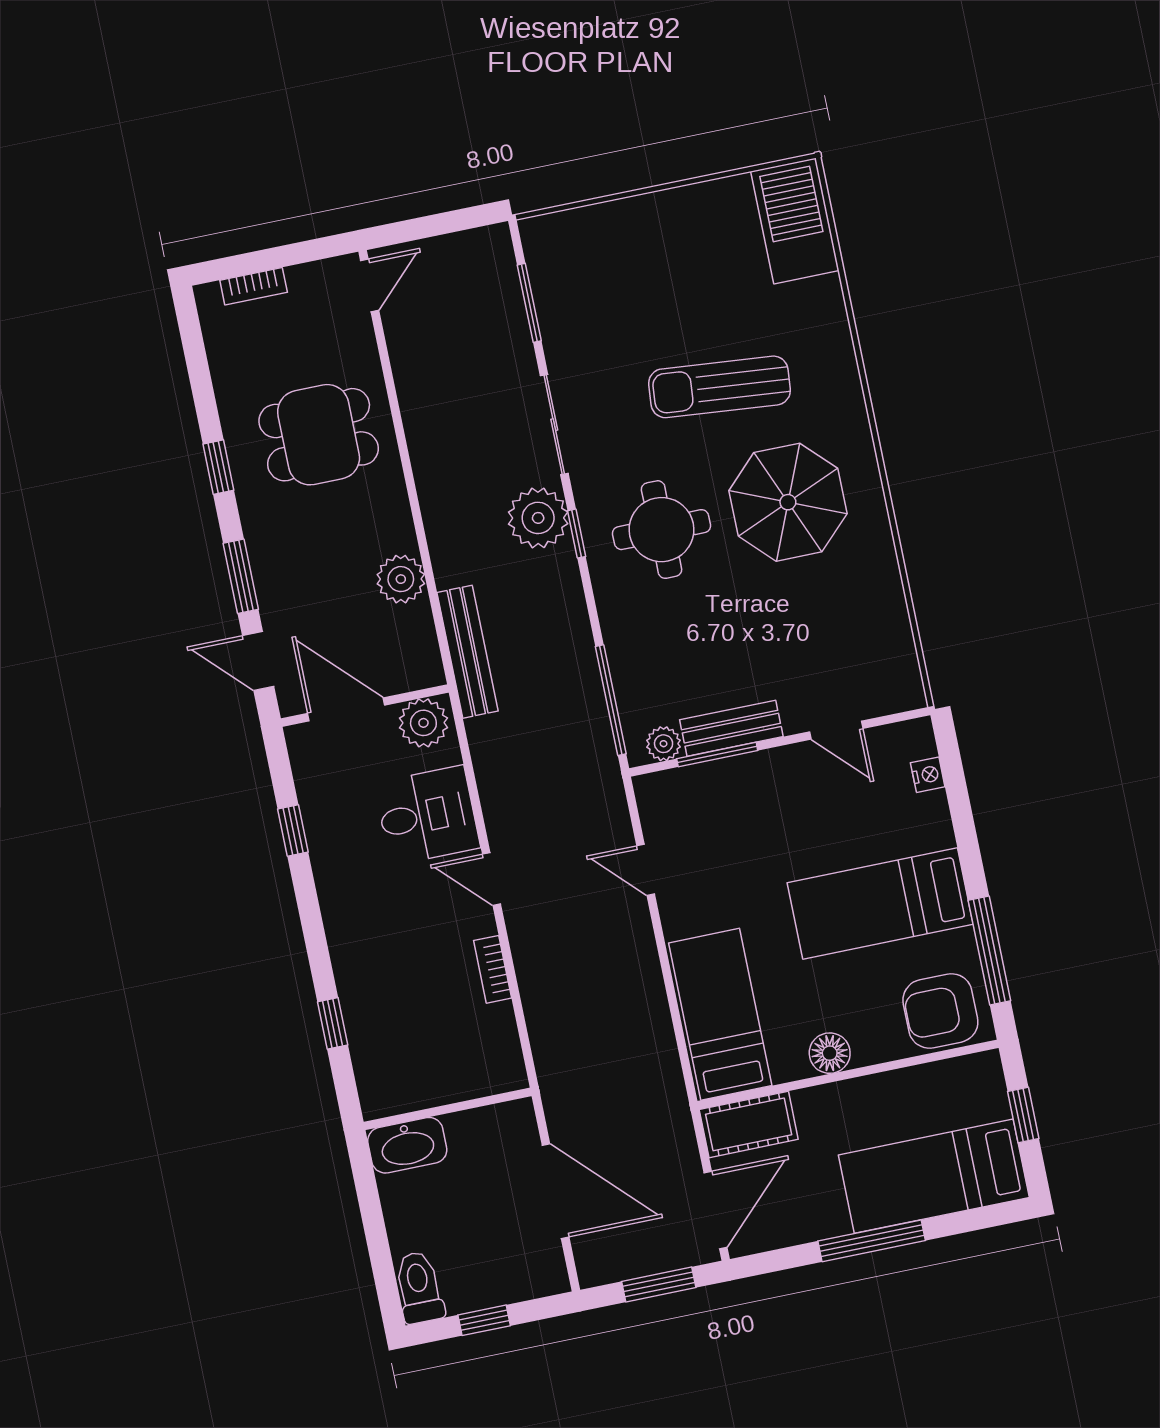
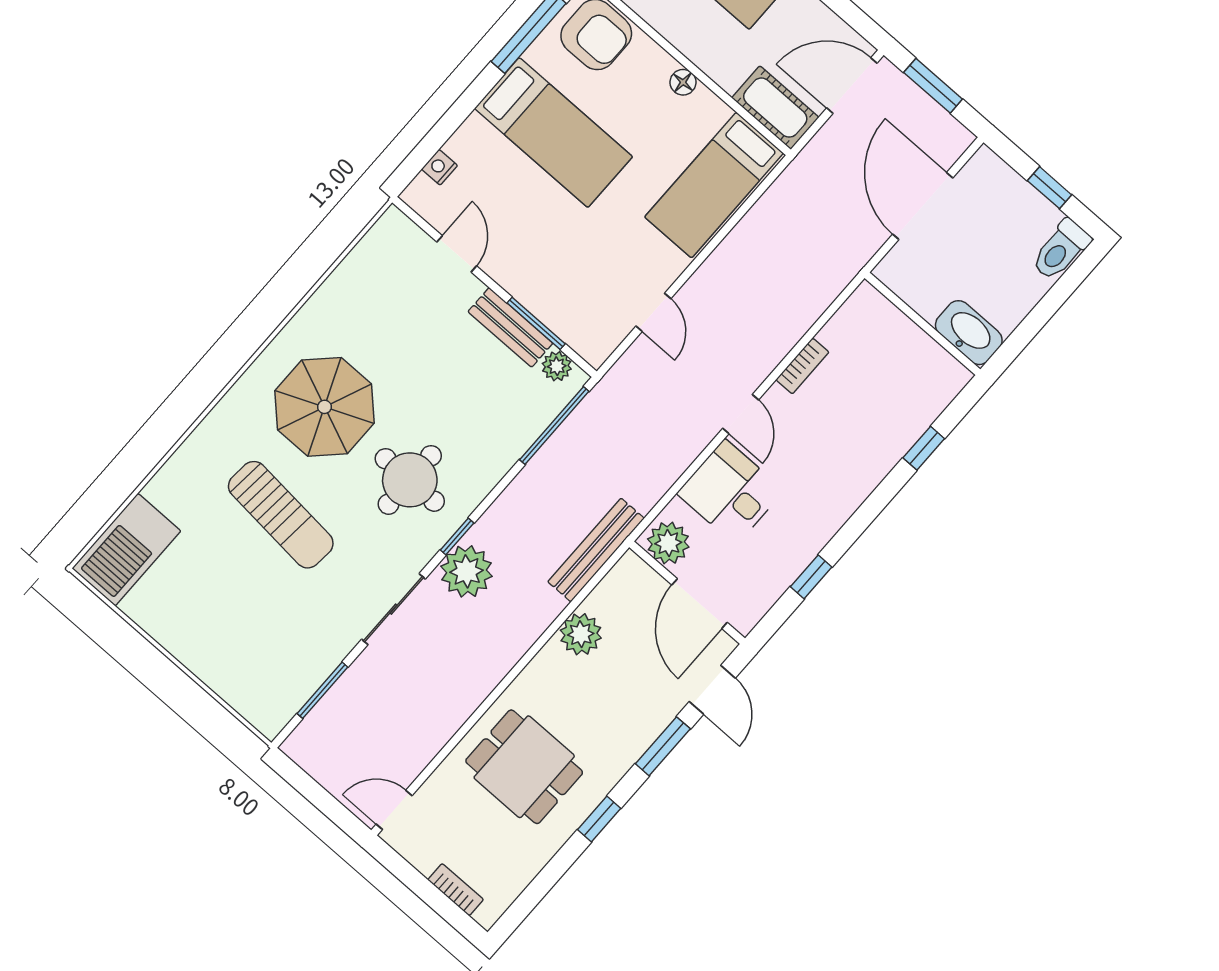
floor lamp: (830, 1053) -> (683, 82), width x0.73, depth x0.73

